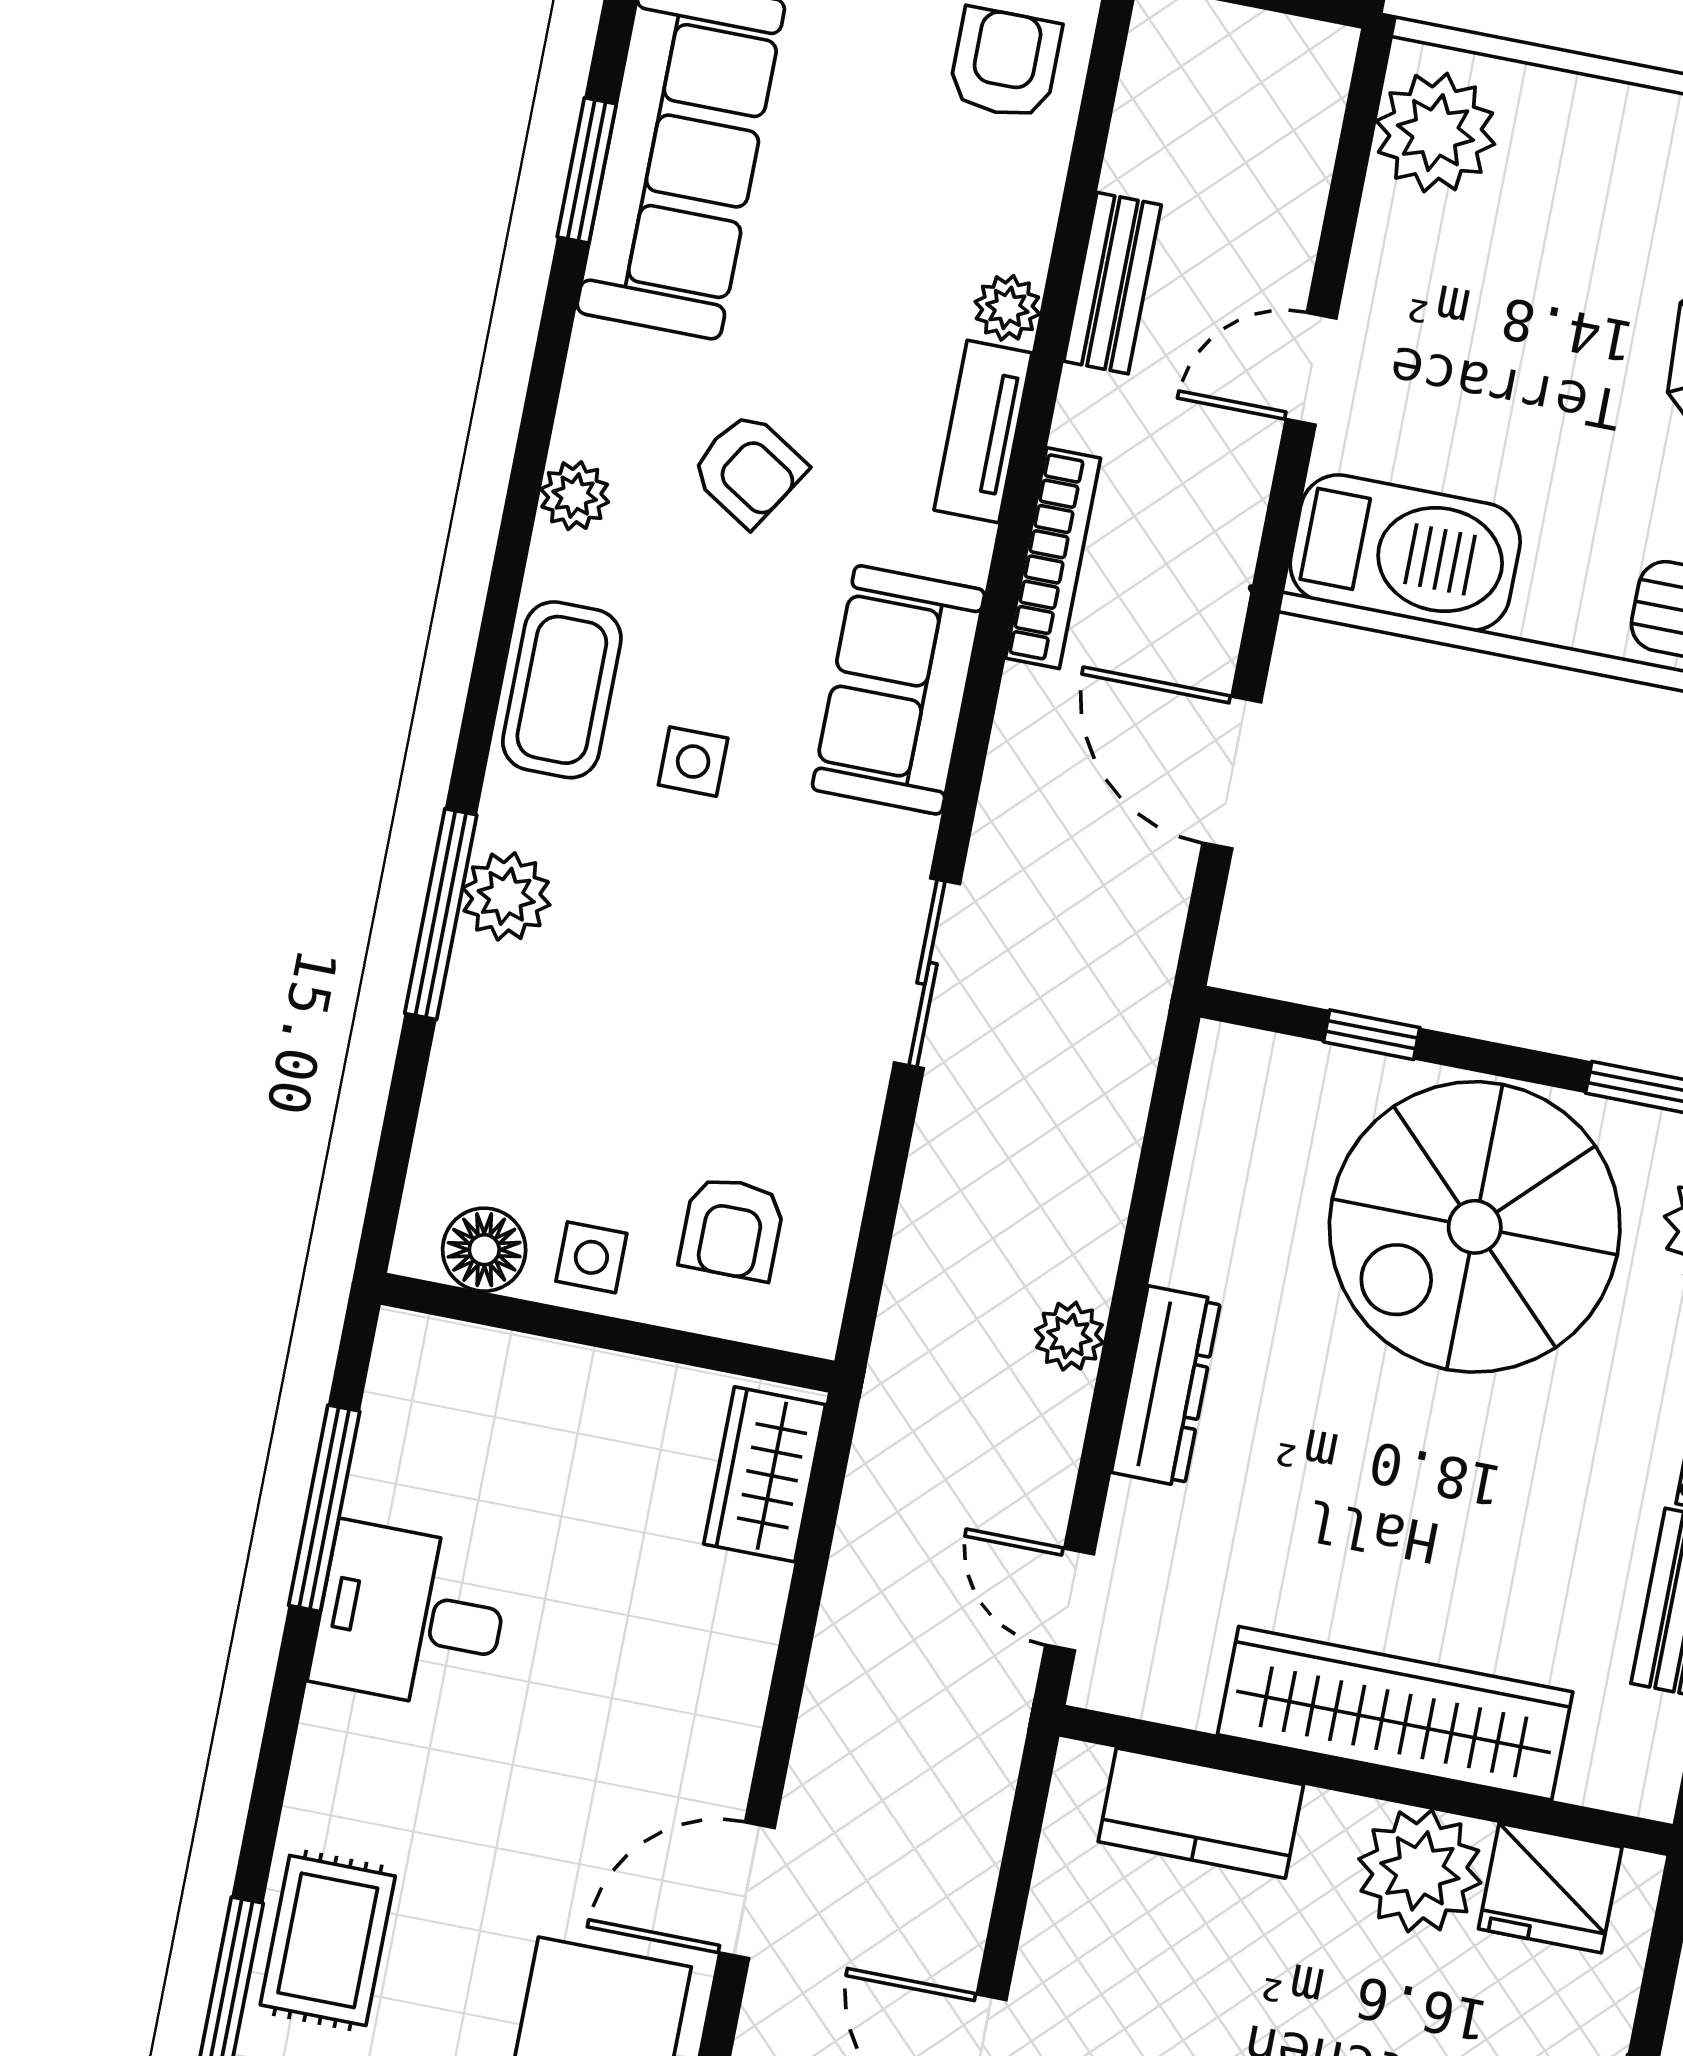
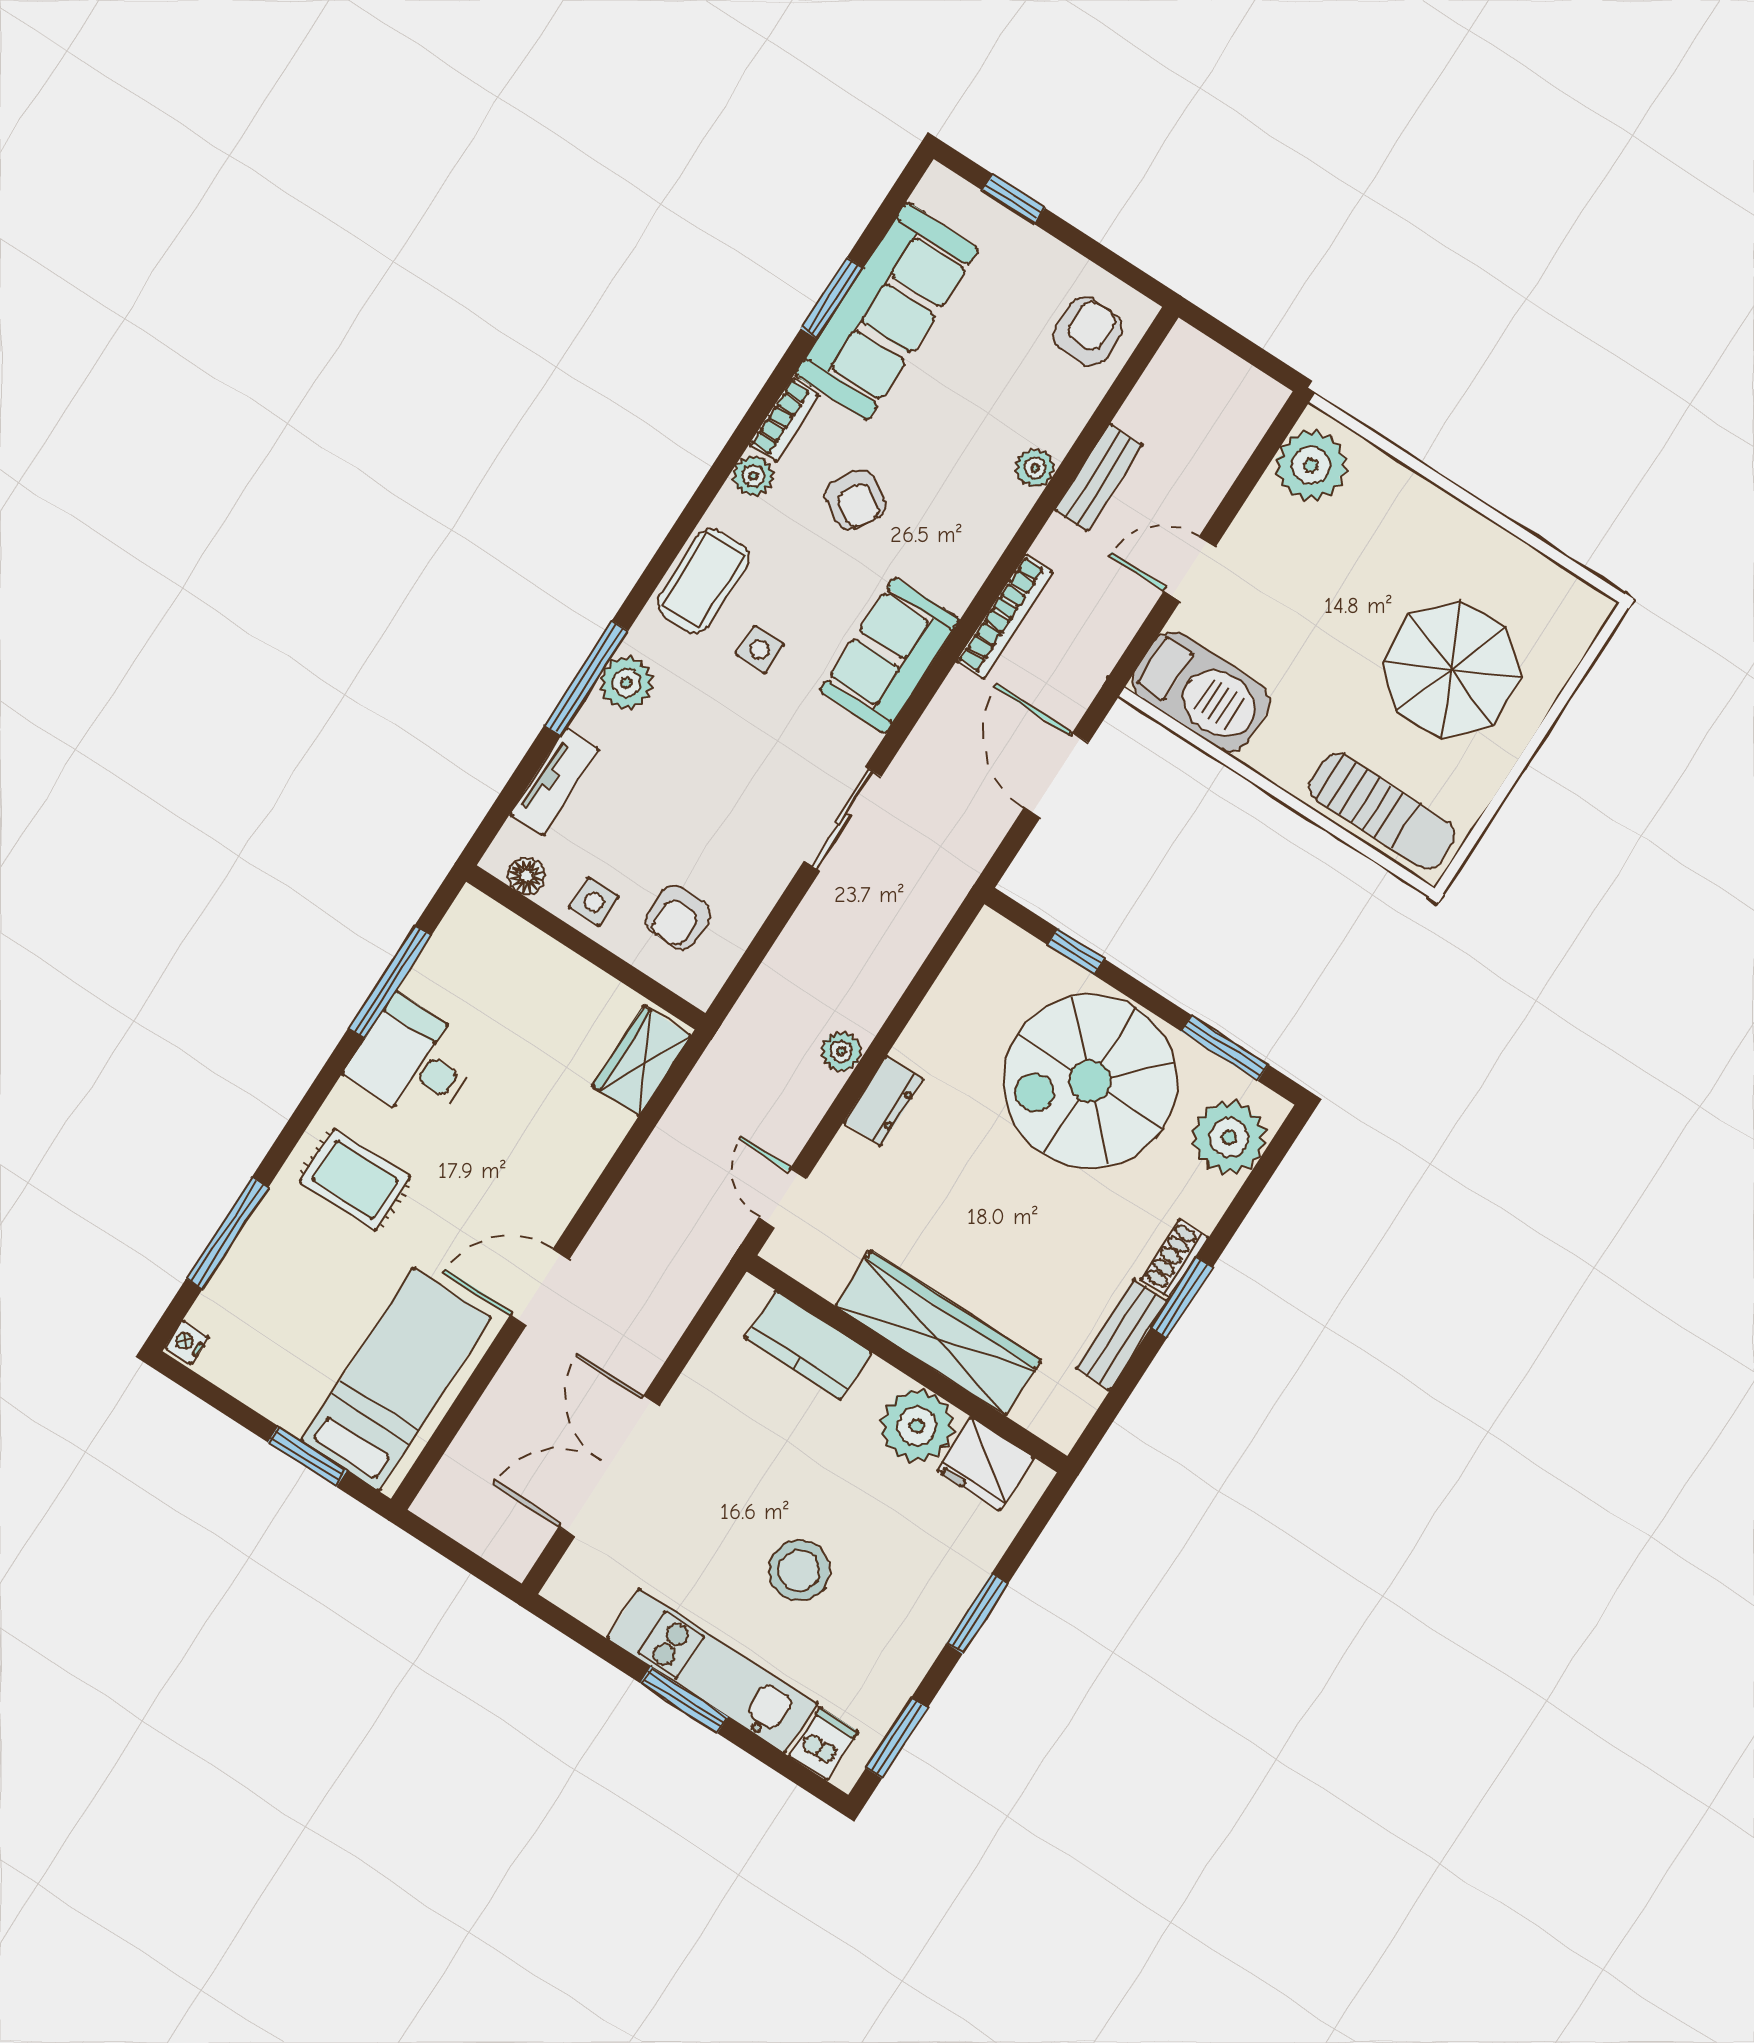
bookcase: (587, 389) -> (784, 419), added
tv unit: (983, 431) -> (554, 782), moved, turned 180
floor lamp: (484, 1250) -> (527, 876), width x0.73, depth x0.73
dresser: (1166, 1386) -> (884, 1101), width x0.70
rug: (328, 1940) -> (355, 1180), moved, turned 90

